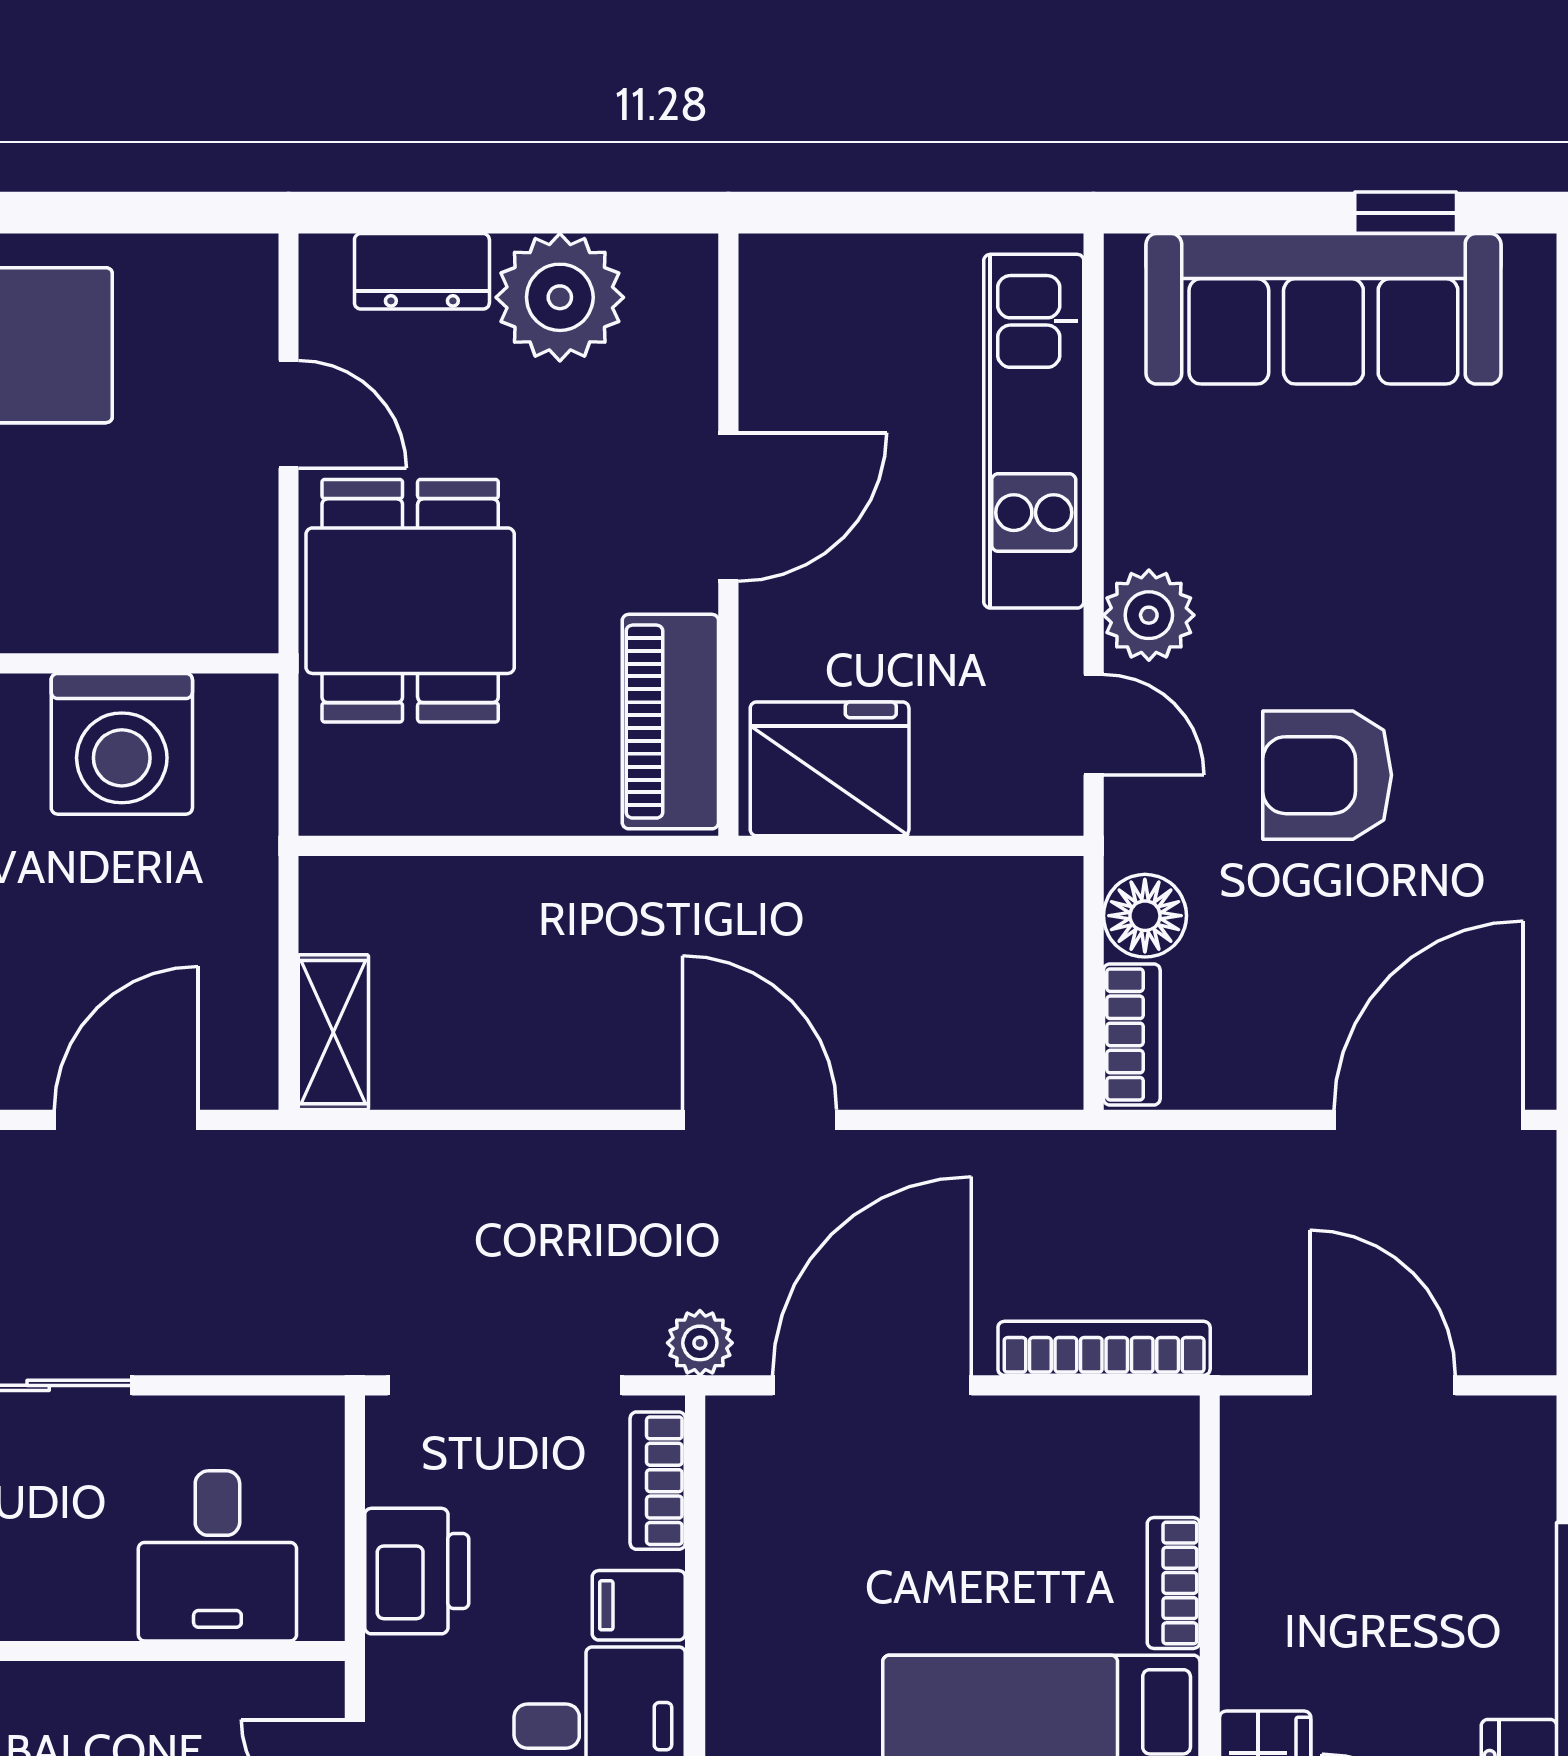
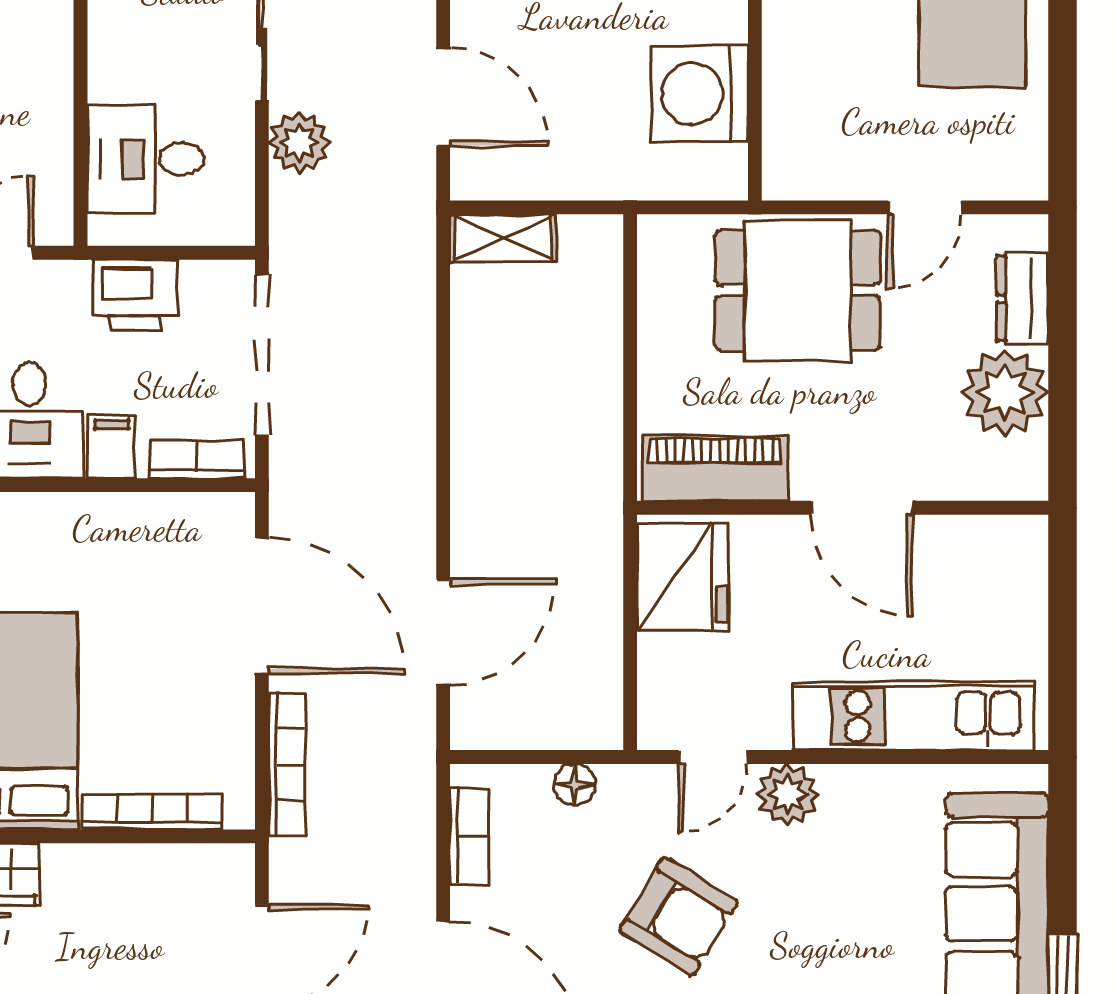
armchair: (1327, 775) -> (678, 916), turned 121
floor lamp: (1145, 916) -> (575, 784), width x0.73, depth x0.73
bookcase: (1132, 1034) -> (469, 836), moved, turned -90
door: (760, 1120) -> (443, 632), moved
plant: (700, 1343) -> (299, 143), moved, width x1.38, depth x1.38
bookcase: (1174, 1583) -> (152, 812), width x1.56

